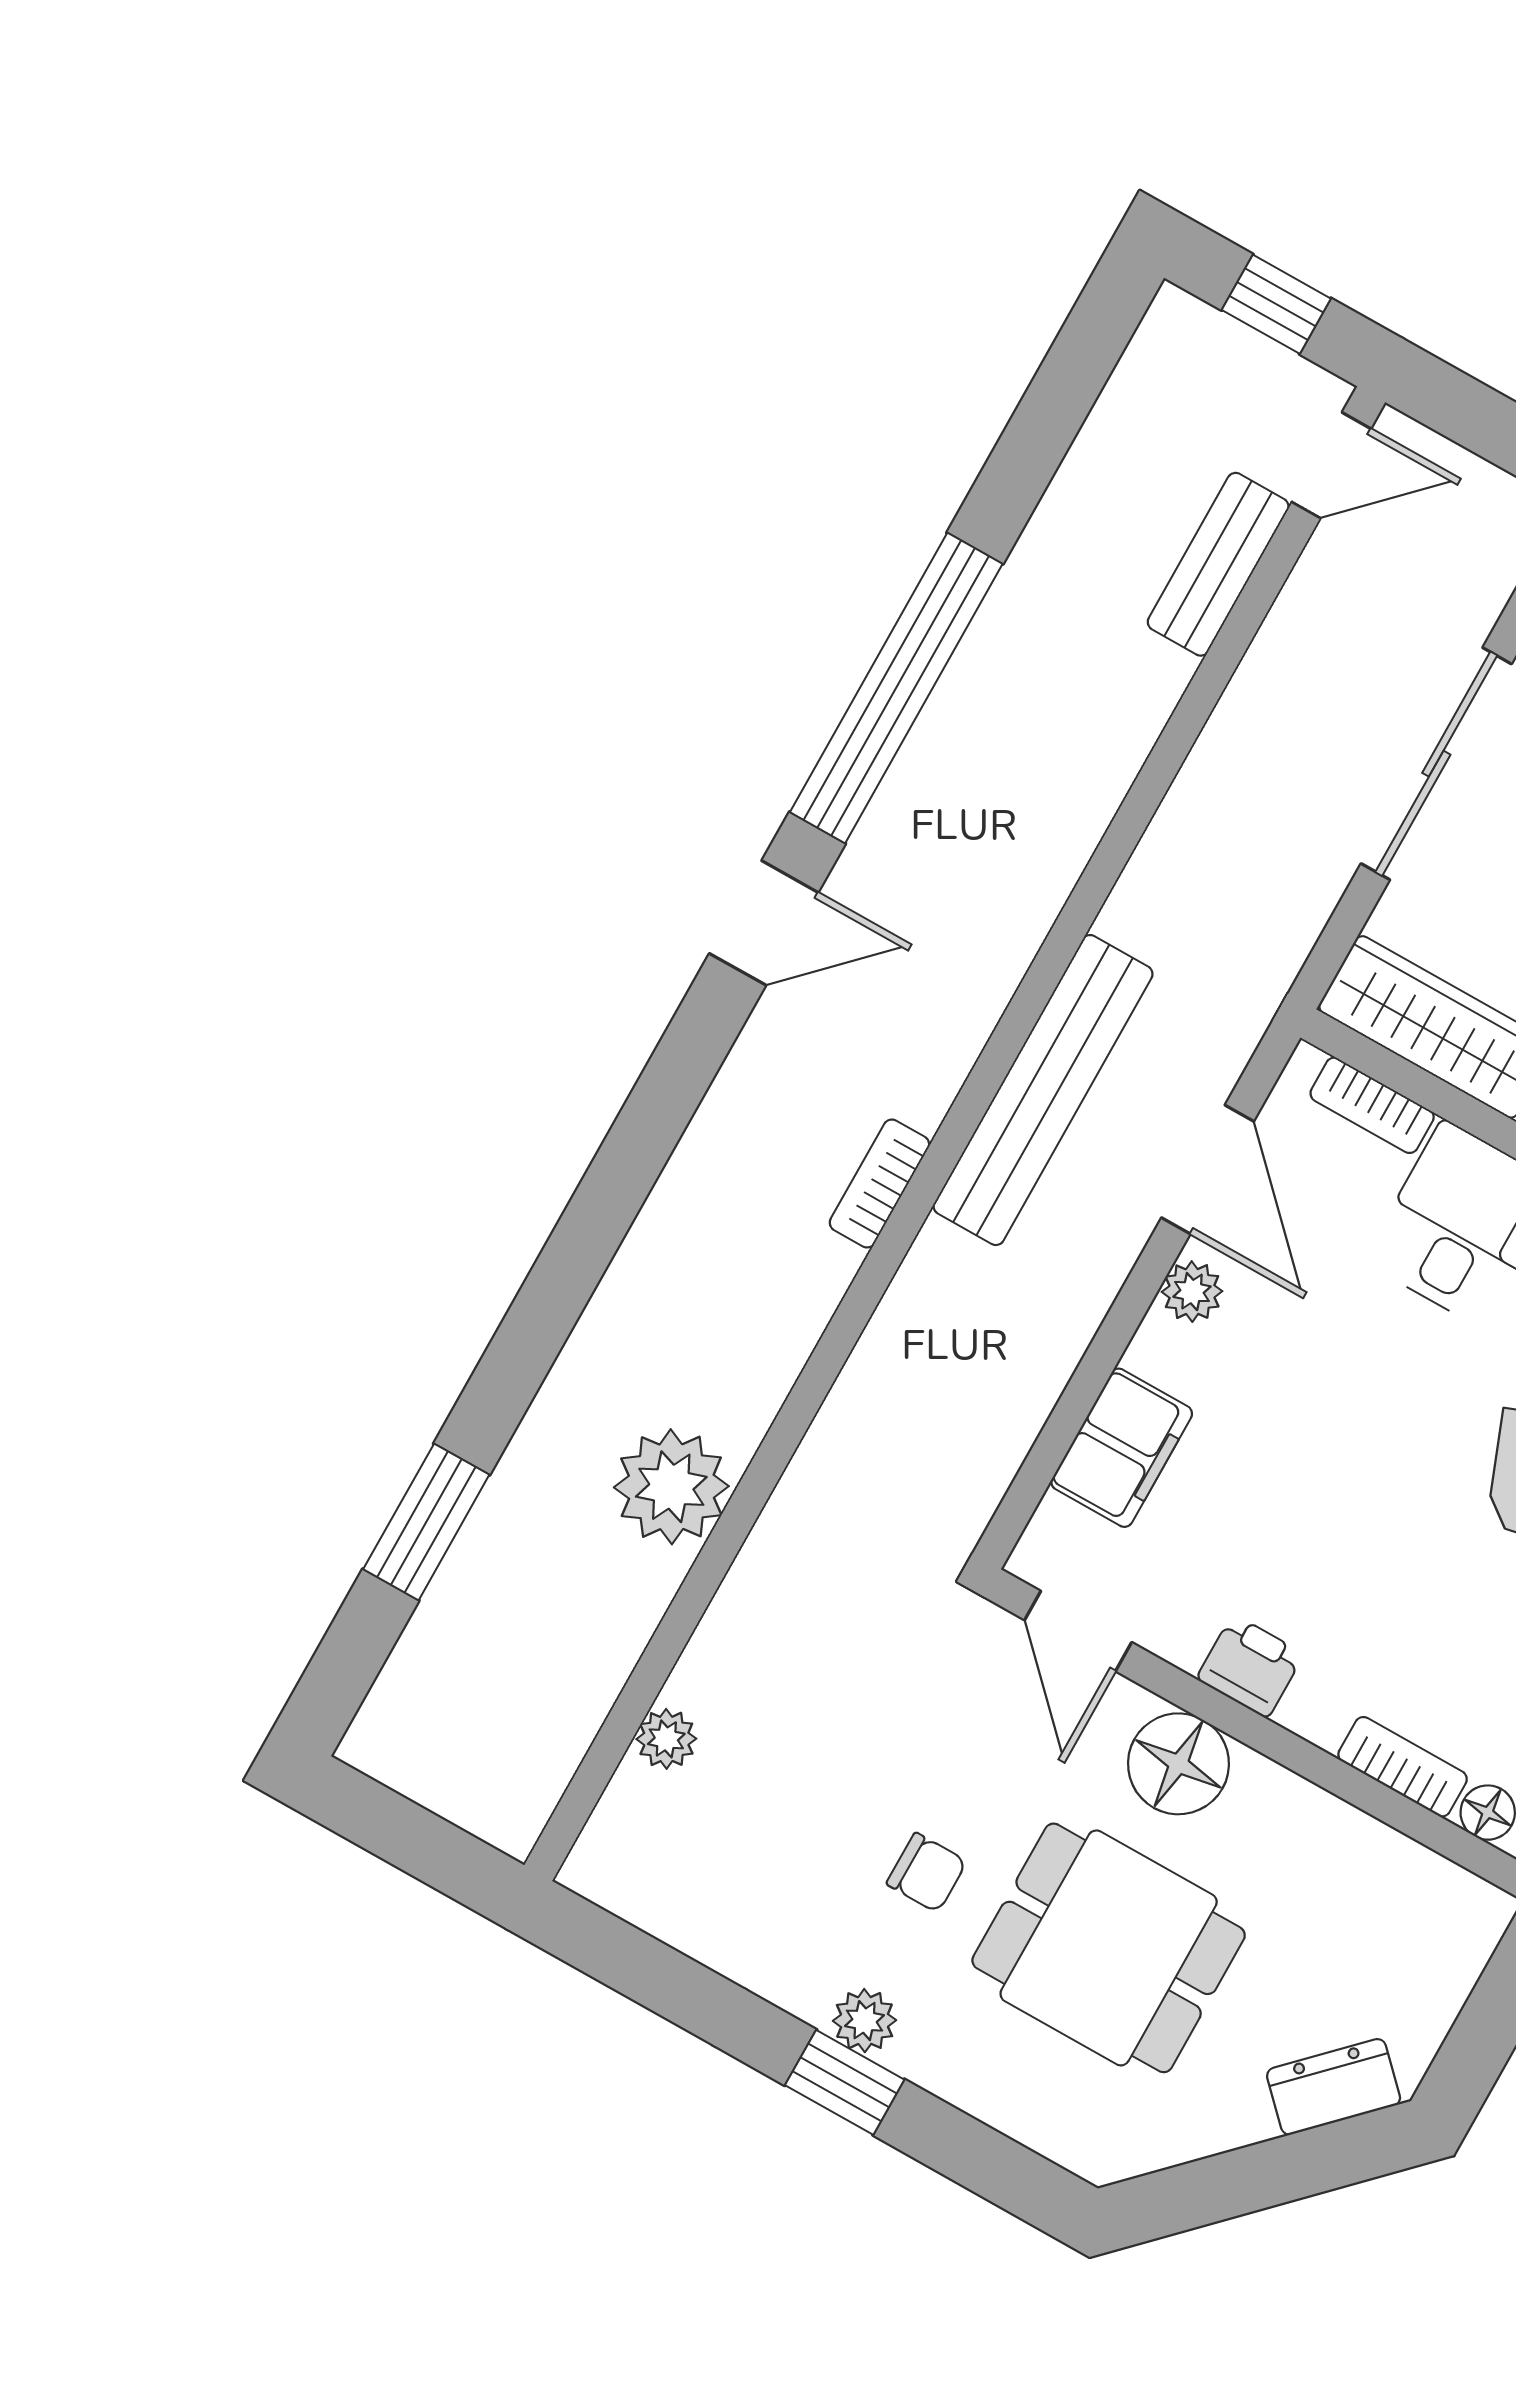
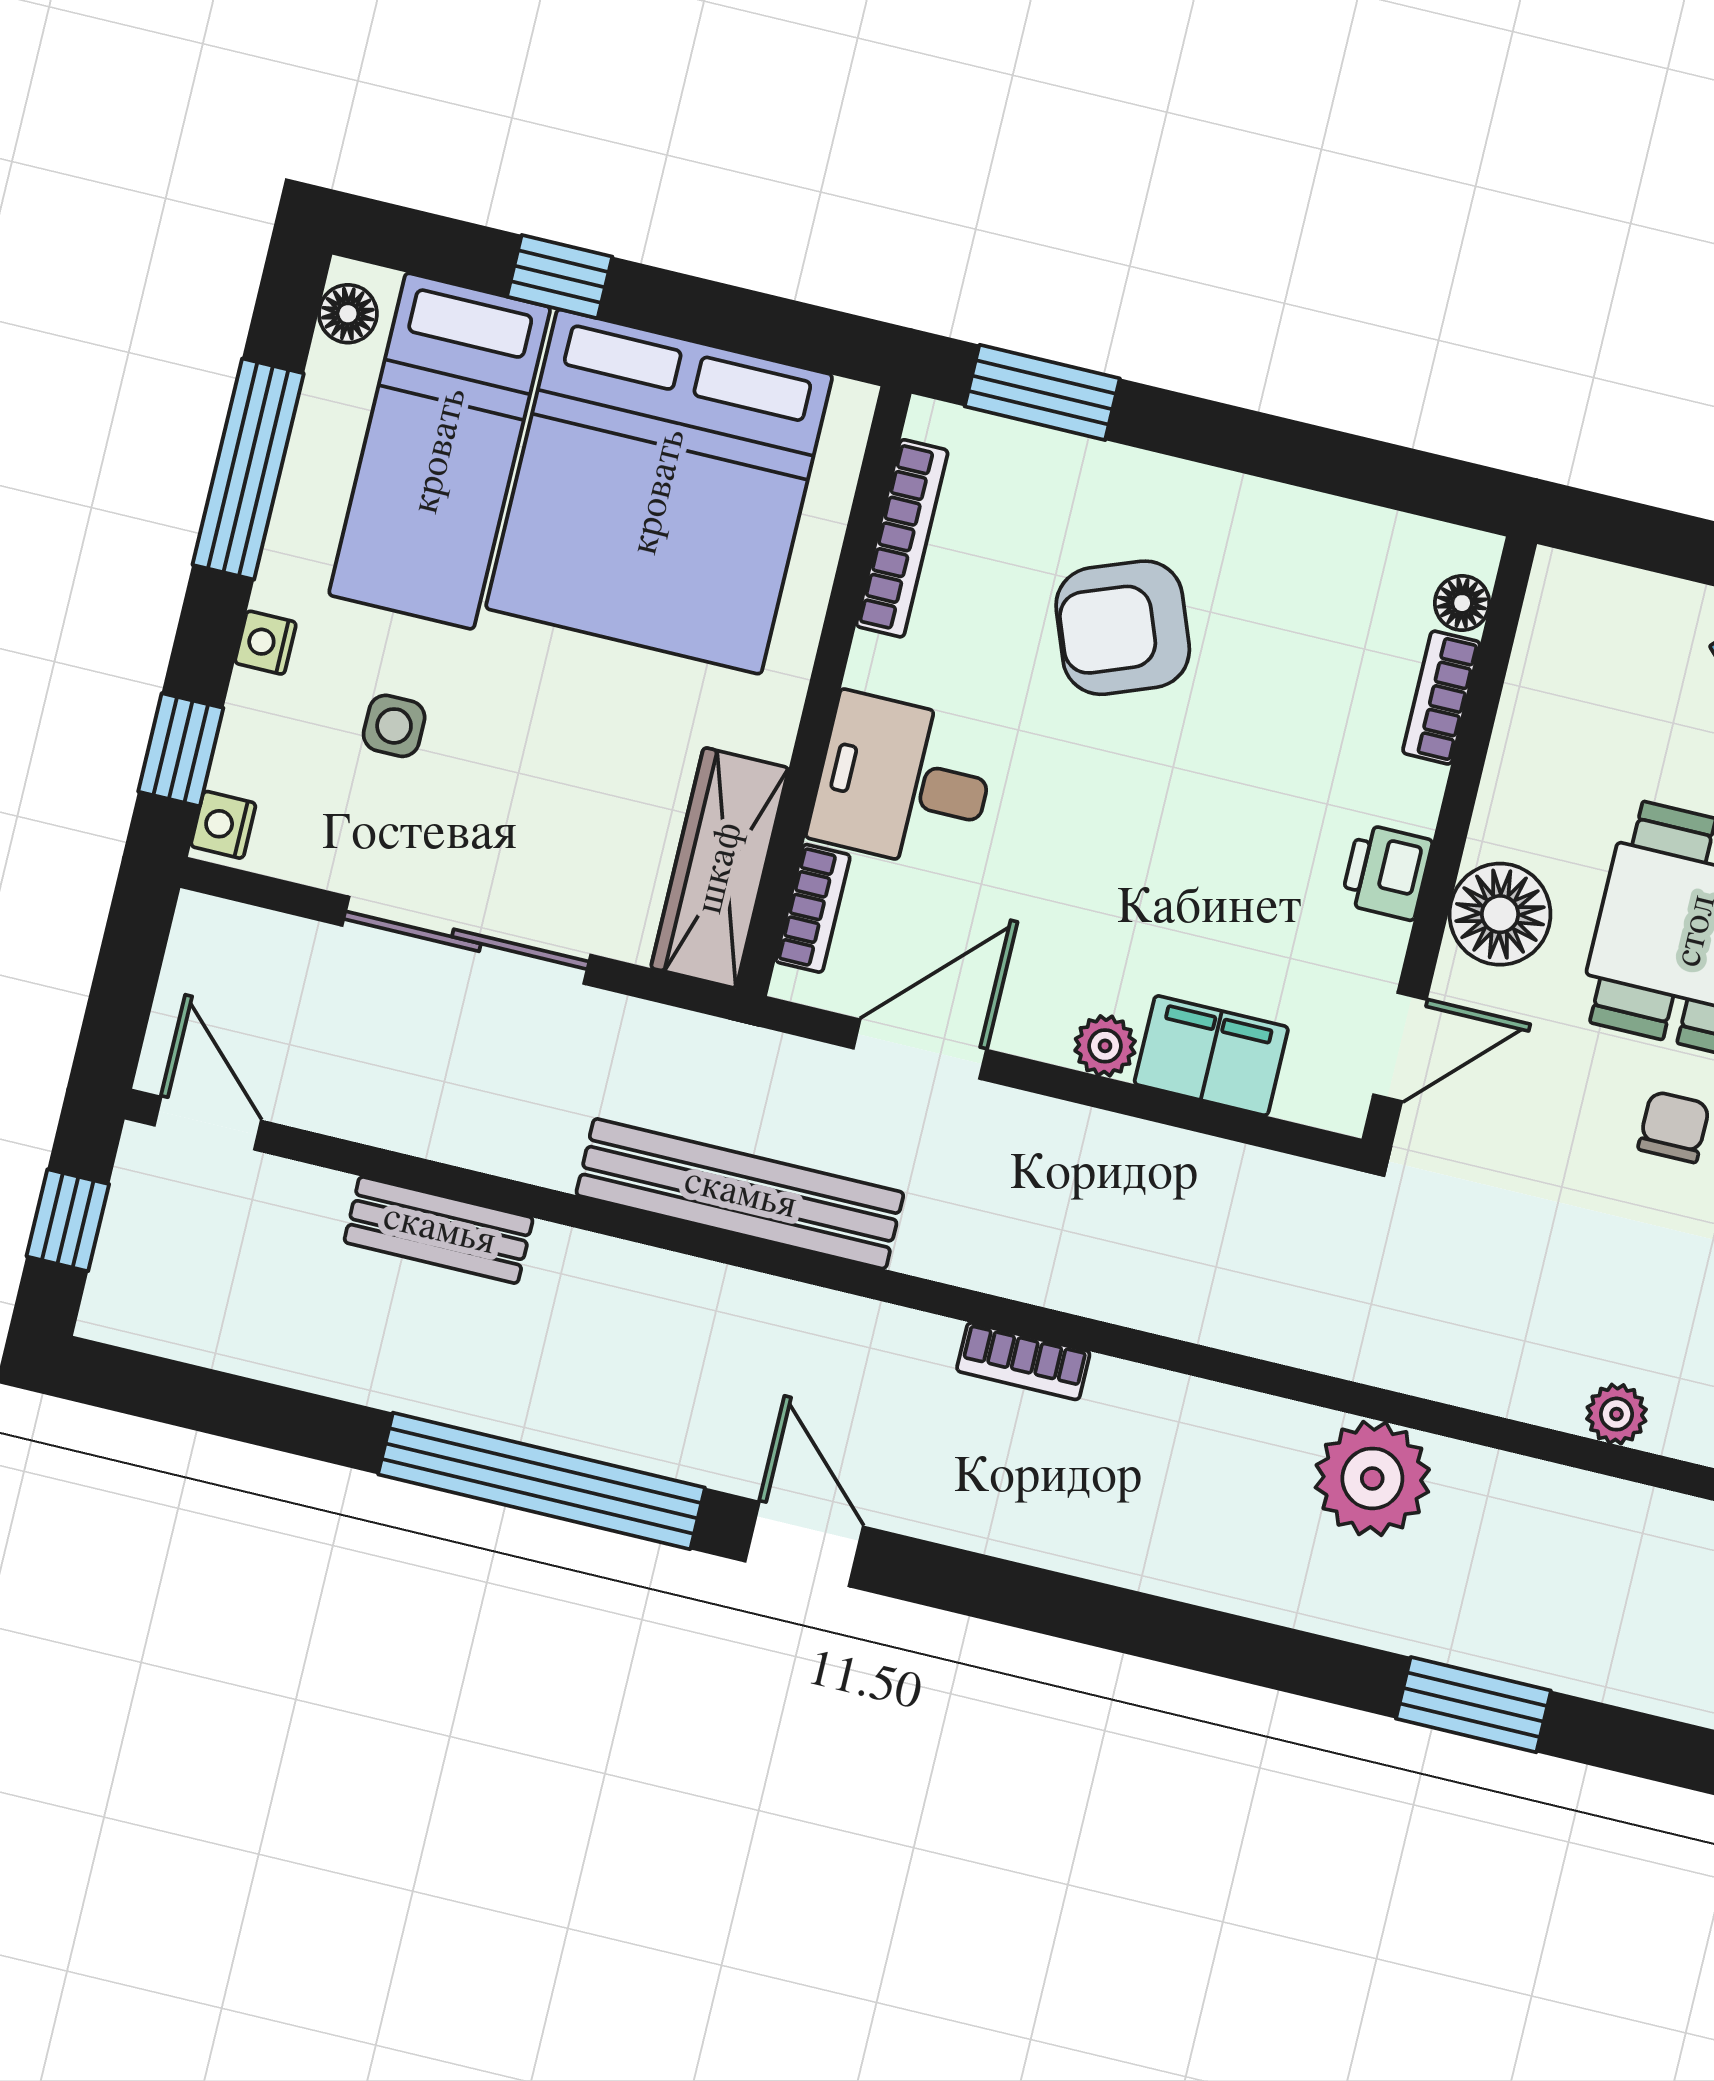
bench: (1218, 564) -> (439, 1230), moved
bench: (1043, 1090) -> (740, 1194), moved
plant: (1192, 1292) -> (1105, 1046), moved

